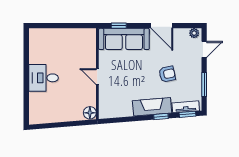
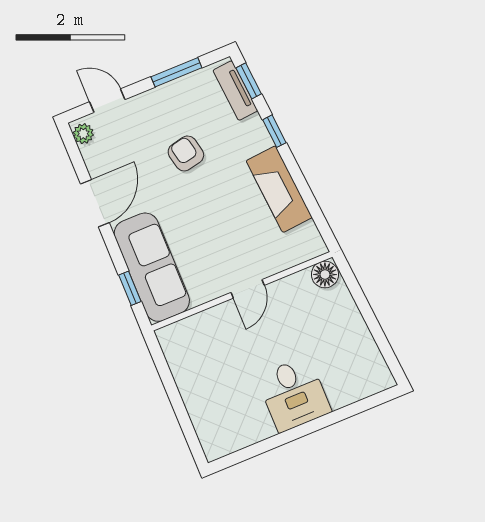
fireplace: (152, 107) -> (279, 189), moved

